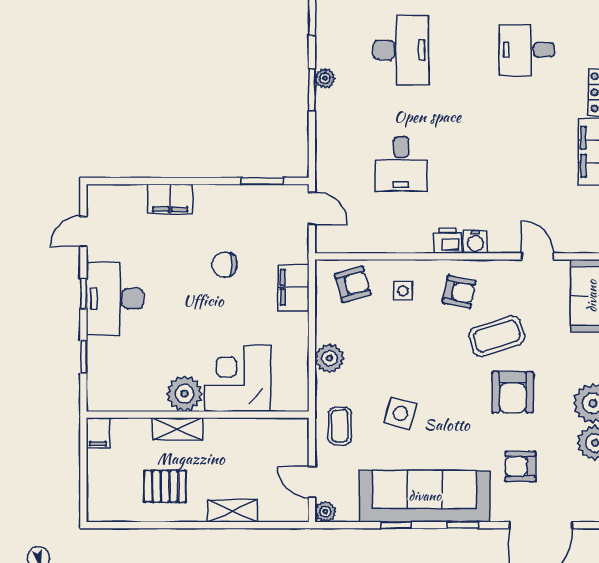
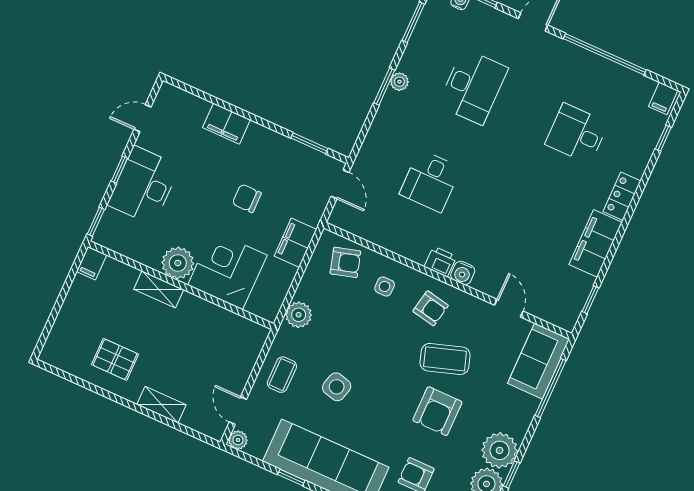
corner desk: (238, 378) -> (227, 270), moved
plant: (185, 394) -> (178, 263), moved
wall: (198, 415) -> (181, 285), moved
shelving: (177, 429) -> (159, 289), moved
filing cabinet: (98, 433) -> (92, 263), moved

